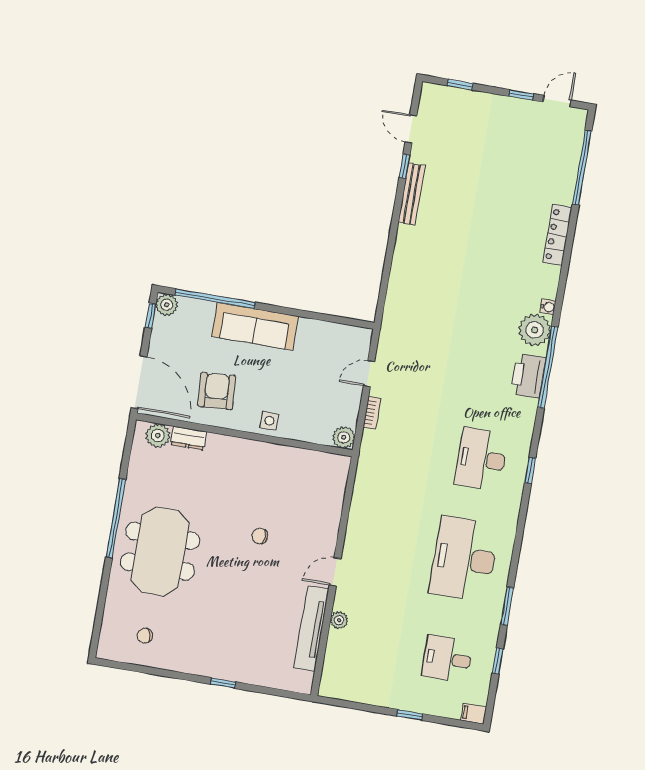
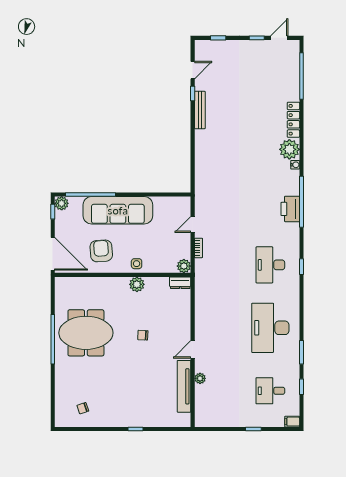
door: (411, 129) -> (193, 70), swing flipped
sofa: (255, 326) -> (118, 210), width x1.36, depth x1.27
plant: (535, 330) -> (289, 149), moved
plant: (158, 436) -> (137, 284), moved
dresser: (189, 438) -> (180, 283), moved
meeting table: (160, 551) -> (86, 333), moved, turned 90

